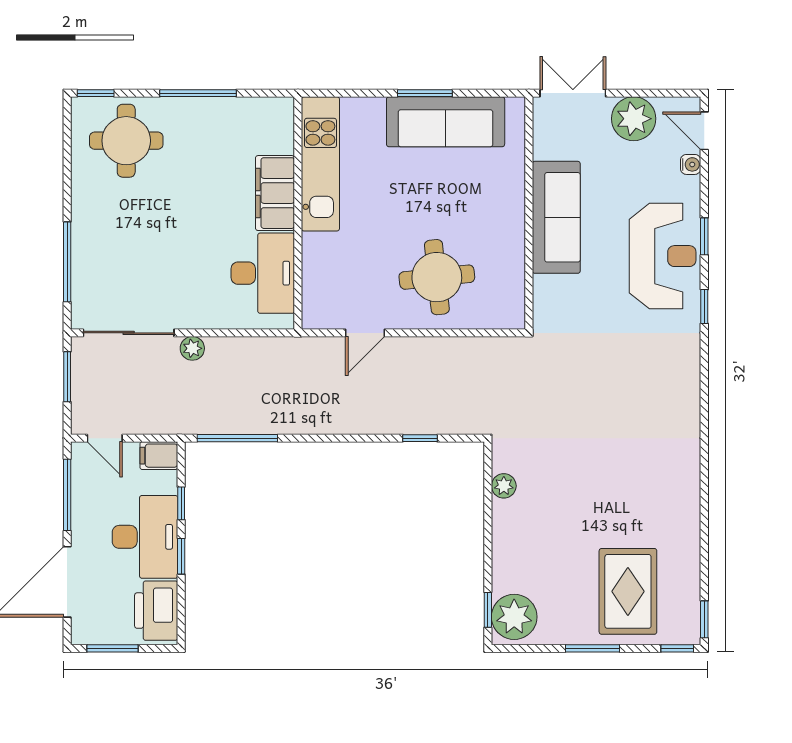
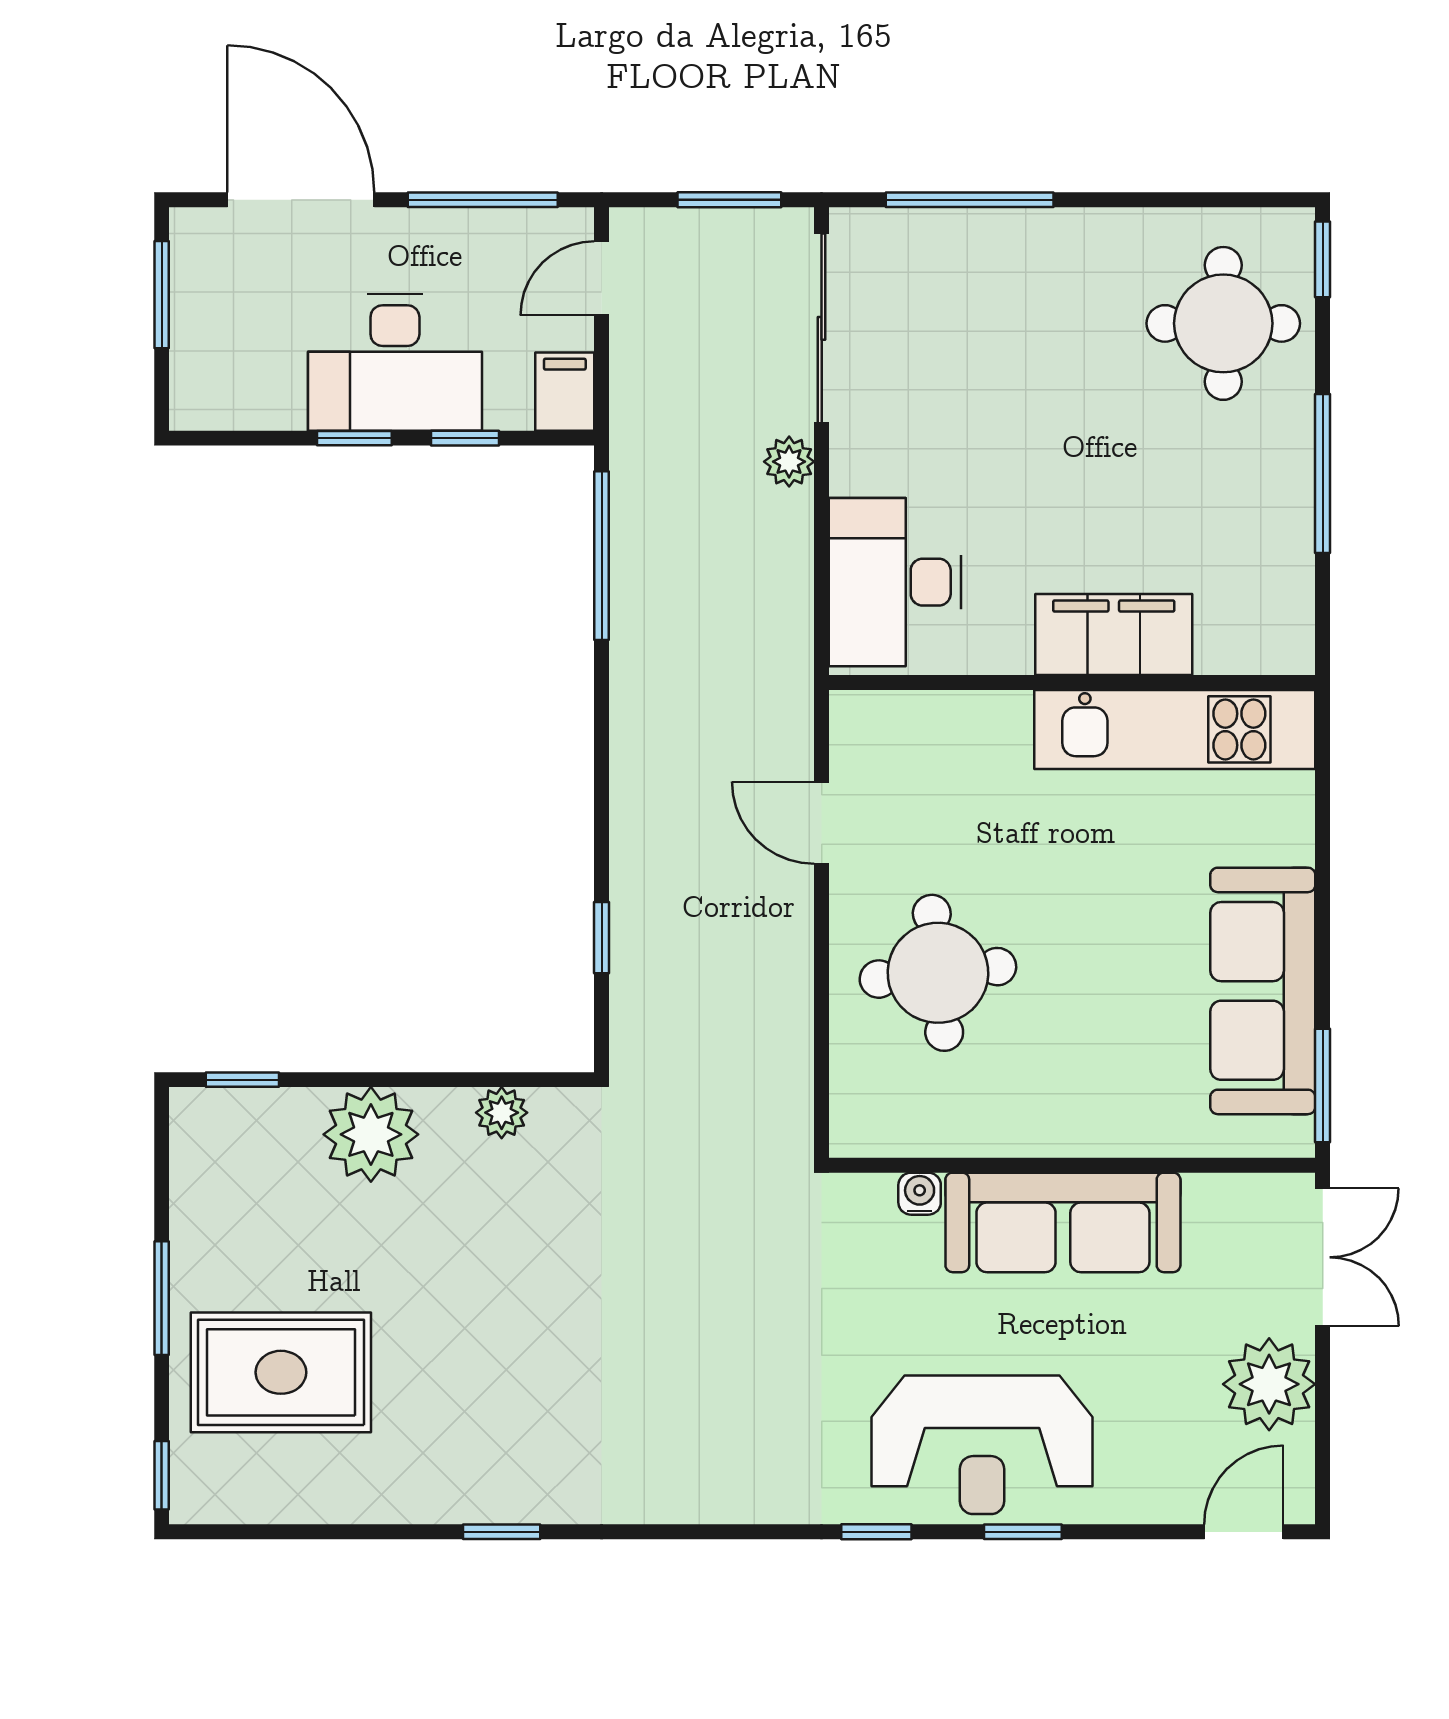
window: (425, 93) -> (1323, 1085), moved
water cooler: (691, 164) -> (920, 1194), moved, turned 180
desk: (263, 273) -> (895, 582), moved, turned 90
printer: (156, 611) -> (241, 386), removed
plant: (514, 617) -> (371, 1134), moved
window: (704, 619) -> (502, 1532), moved

